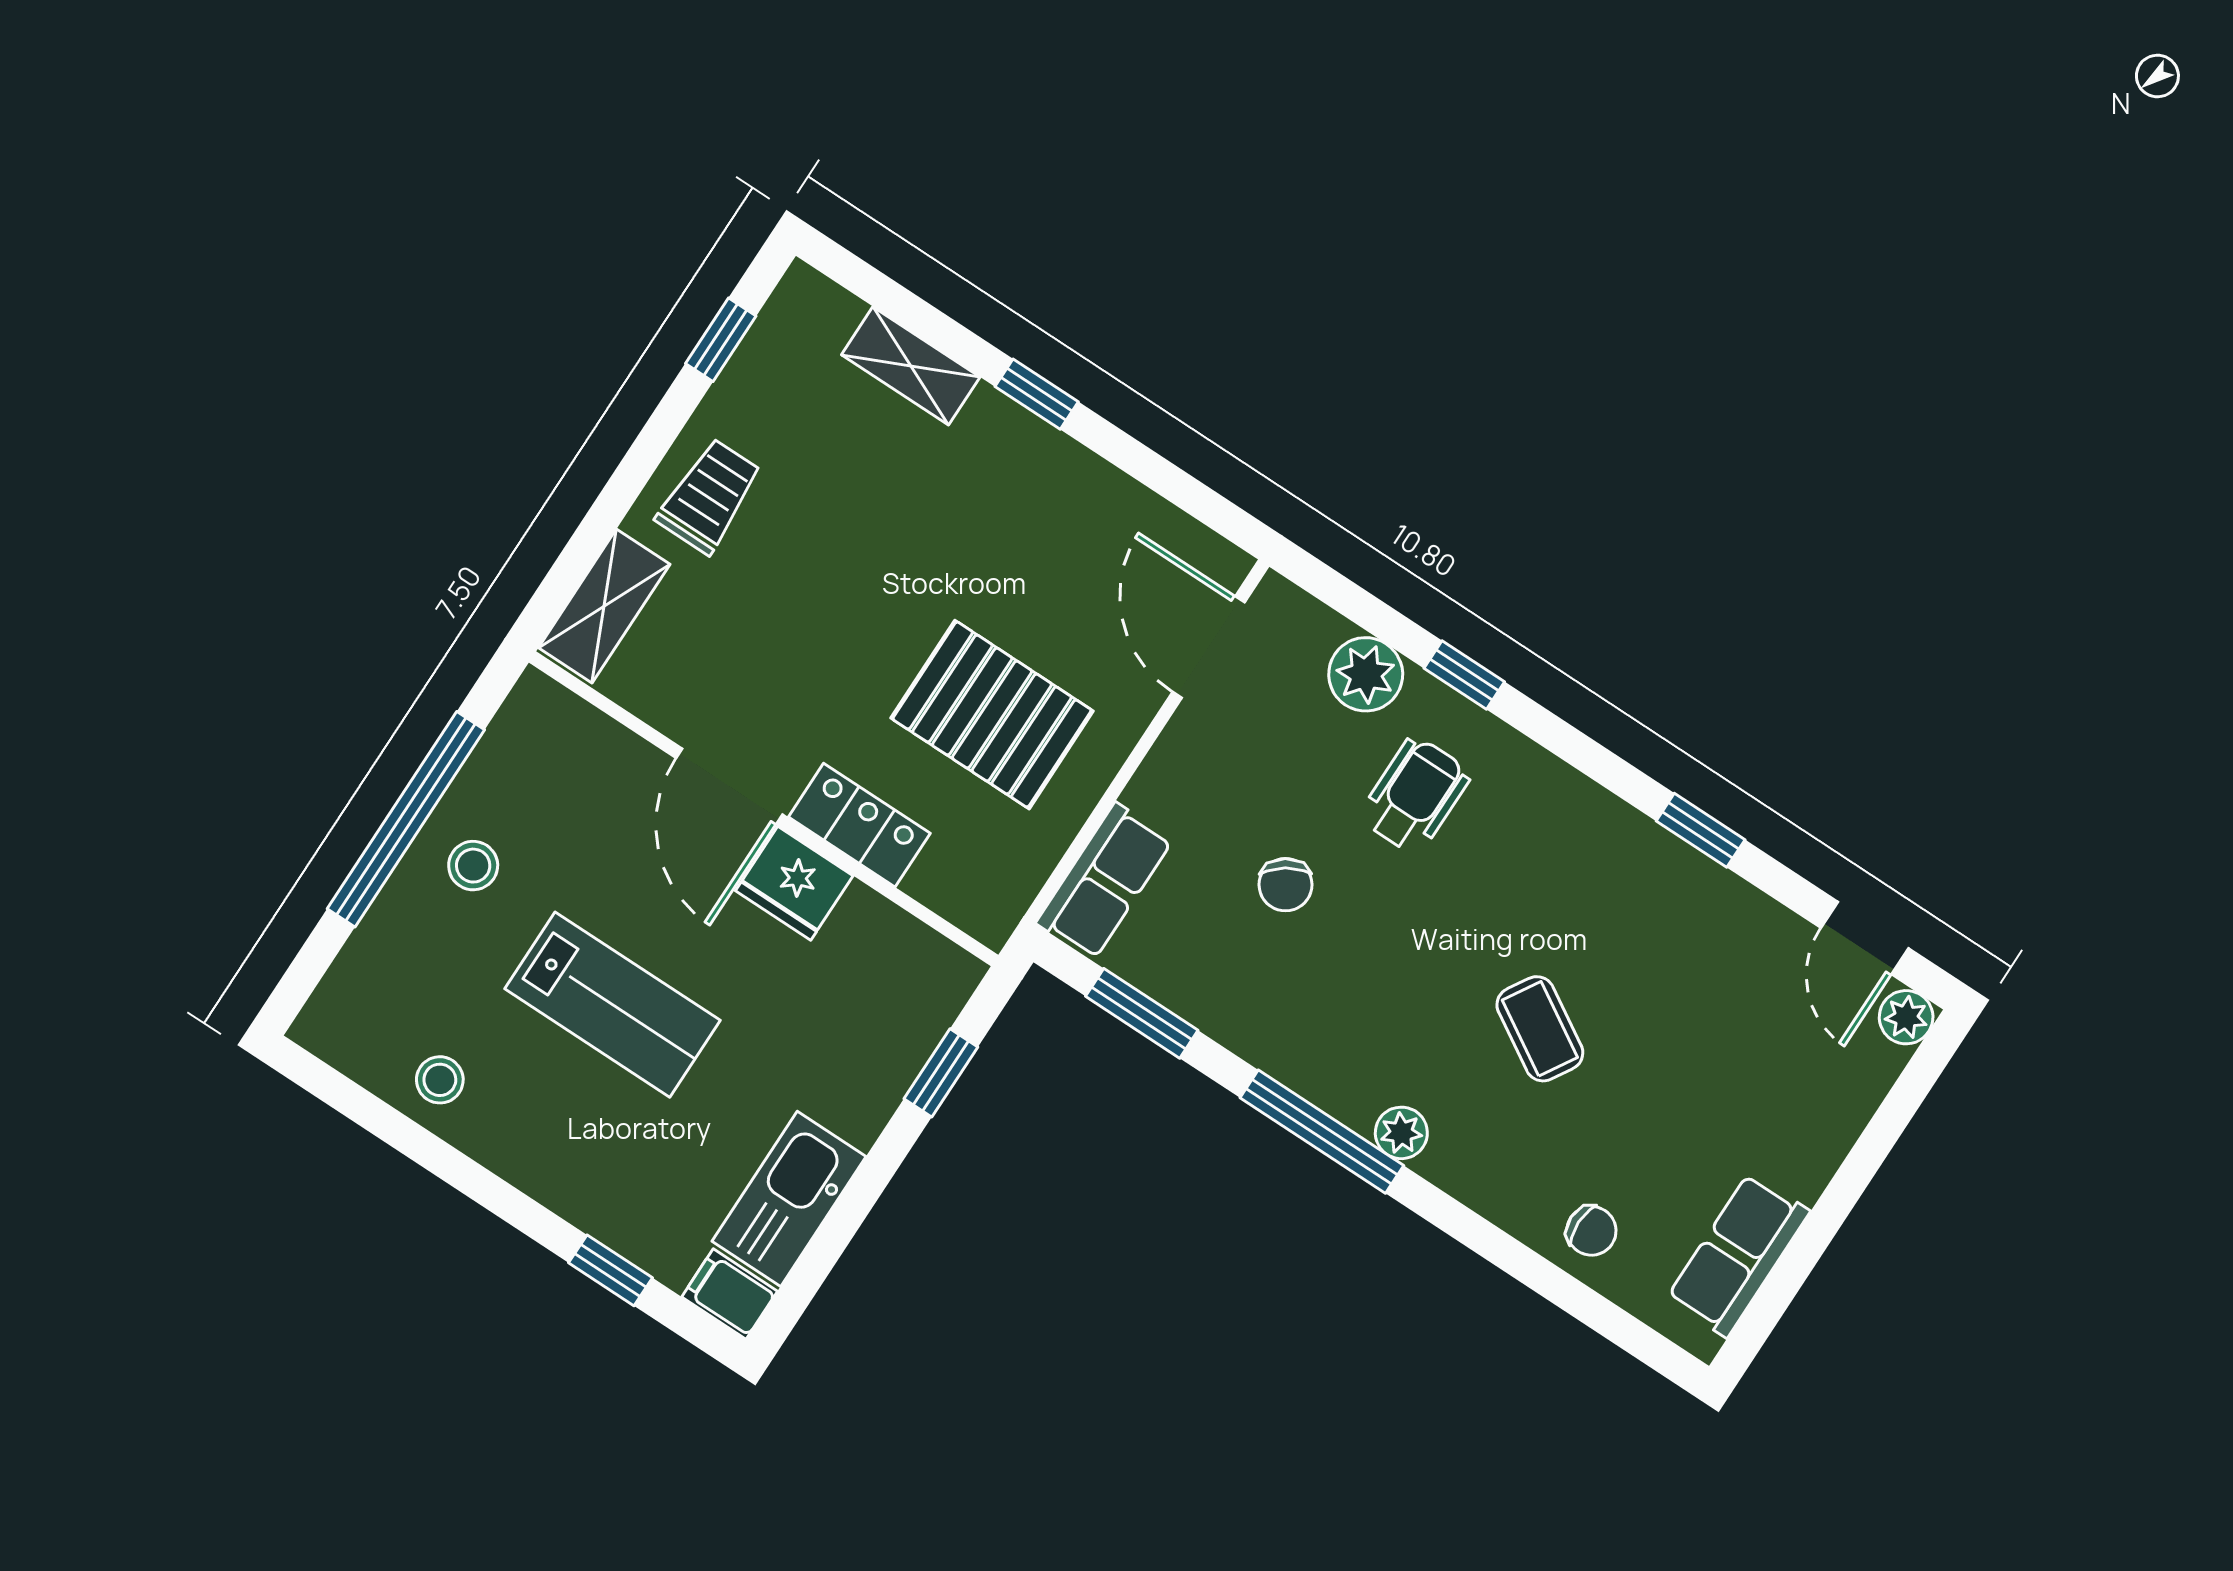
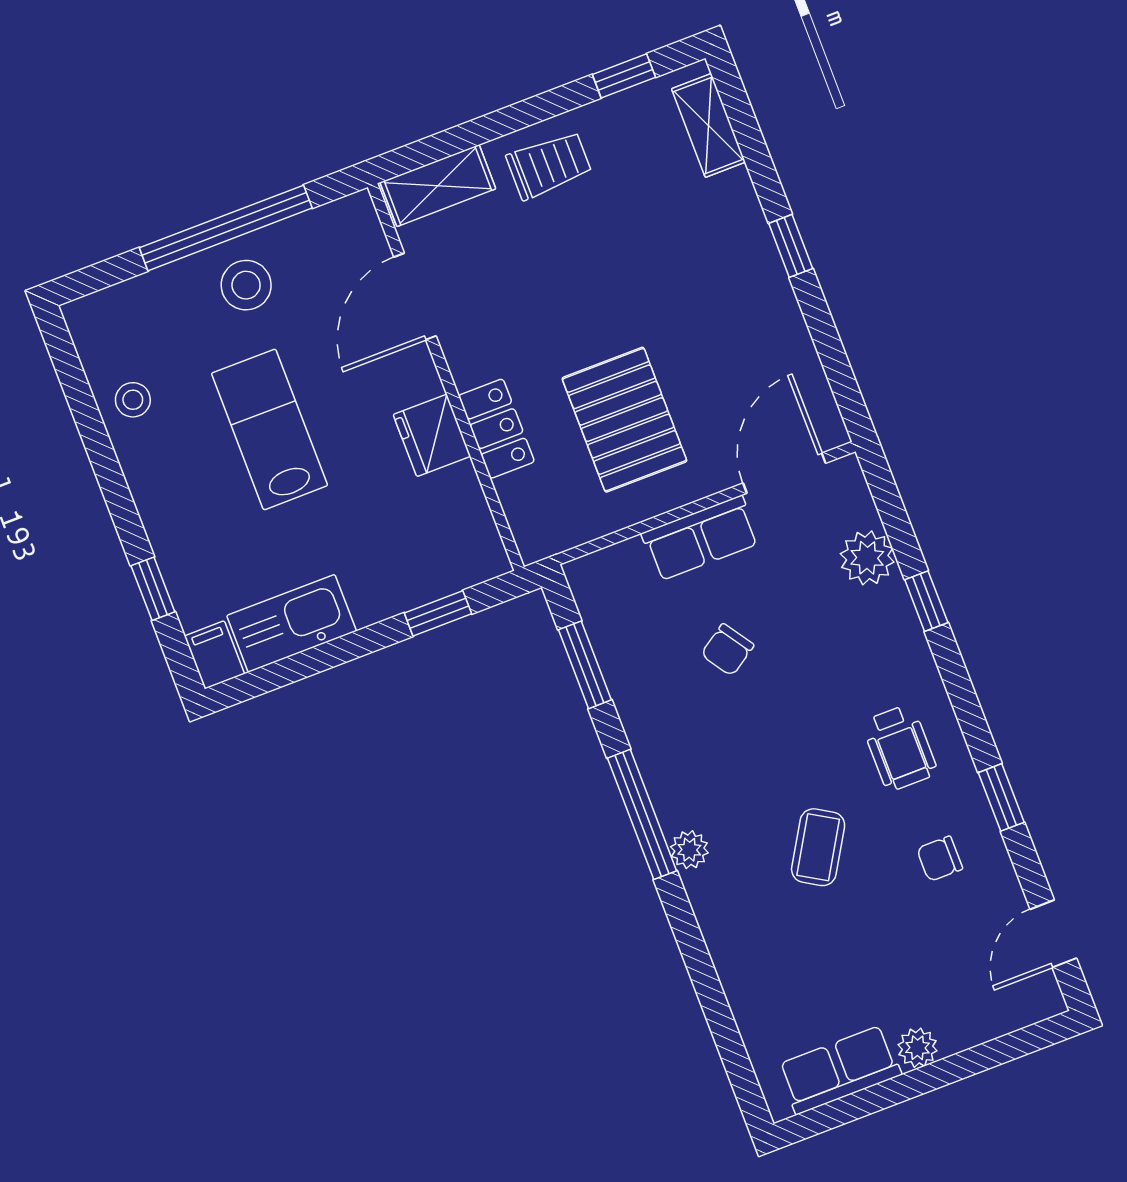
shelving: (911, 366) -> (708, 125), moved
door: (729, 786) -> (415, 296), moved
wheelchair: (1415, 795) -> (900, 748), moved, turned 90
stool: (473, 866) -> (246, 285), width x1.37, depth x1.37
row of seats: (1104, 881) -> (701, 538), moved
lab bench: (612, 1005) -> (270, 429), turned 180
plant: (1906, 1017) -> (917, 1048), moved
chair: (1591, 1231) -> (940, 859), moved, turned 90

